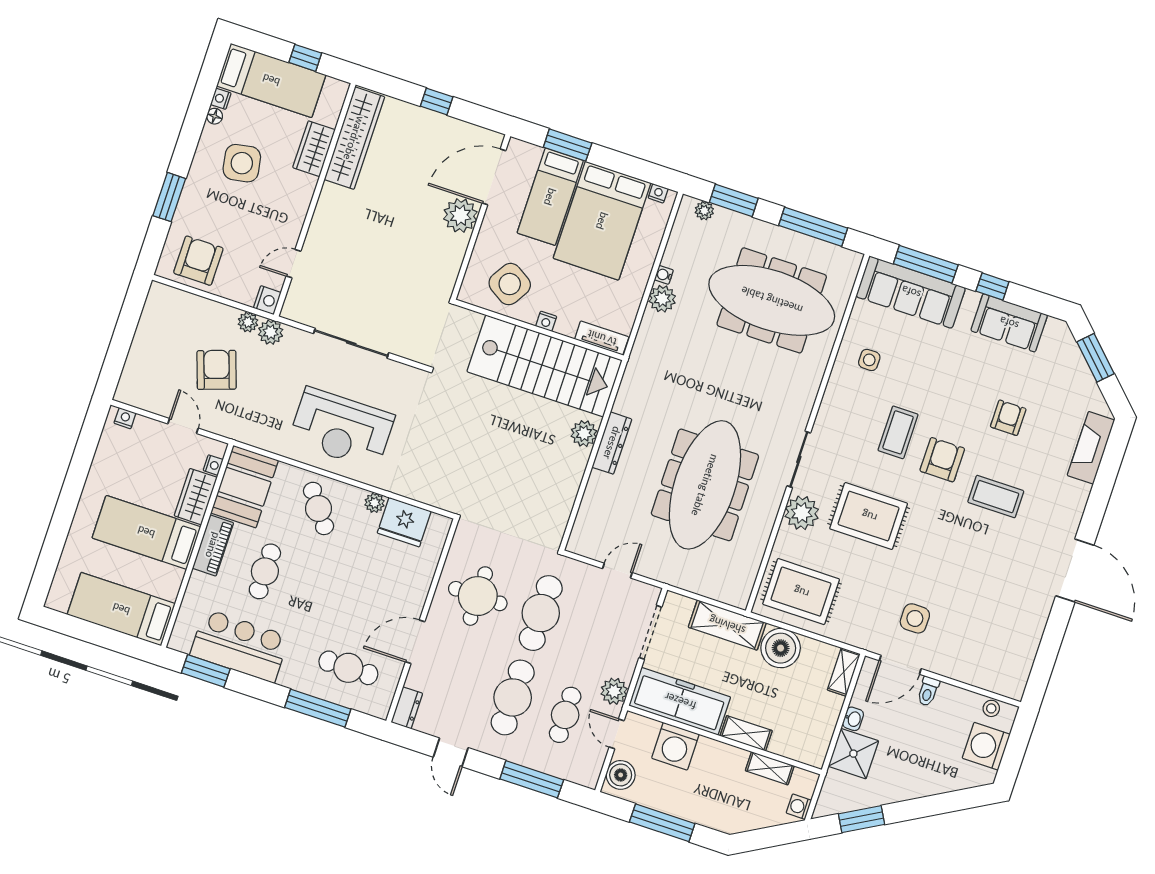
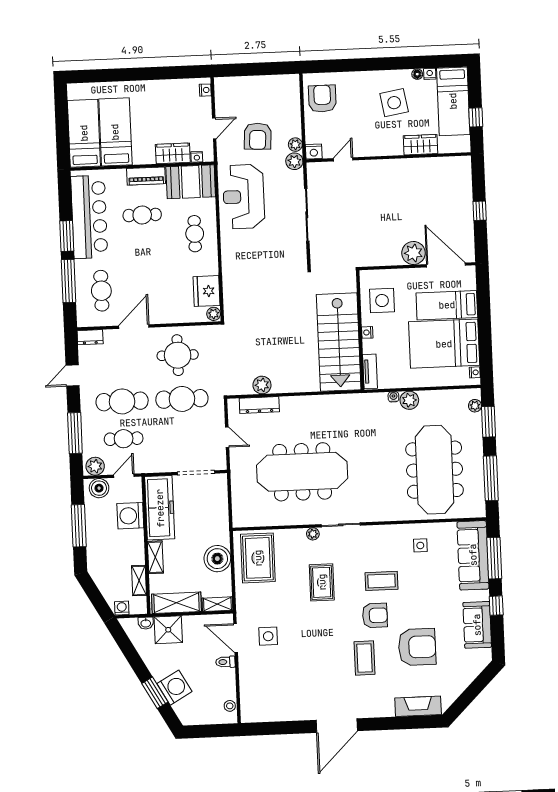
wardrobe: (354, 138) -> (437, 168), removed
window: (568, 145) -> (484, 304), removed
window: (169, 197) -> (355, 65), removed
armchair: (198, 261) -> (322, 99), turned -90
door: (293, 264) -> (343, 159), hinge flipped
water cooler: (664, 275) -> (393, 397), moved
side table: (510, 284) -> (382, 301), turned -32
window: (1096, 358) -> (476, 688), removed
armchair: (217, 370) -> (258, 136), turned 112
armchair: (1008, 418) -> (417, 647), width x1.88, depth x1.88
reception desk: (342, 429) -> (244, 197), moved
plant: (584, 434) -> (262, 385), moved
dresser: (612, 443) -> (259, 405), moved
plant: (375, 503) -> (214, 314), moved
cafe table: (318, 508) -> (195, 234), turned -53
plant: (802, 513) -> (313, 534), width x0.53, depth x0.53
rug: (869, 516) -> (322, 582), width x0.73, depth x0.70
bed: (146, 532) -> (115, 132), moved
shelving: (727, 625) -> (177, 603), moved, turned 90
door: (415, 642) -> (134, 327), hinge flipped
bar counter: (240, 646) -> (89, 217), width x1.36
window: (206, 671) -> (67, 236), moved
plant: (614, 691) -> (95, 466), moved
washbasin: (853, 719) -> (146, 623), moved
washing machine: (986, 746) -> (174, 688), moved, turned 61
window: (862, 819) -> (155, 693), moved

